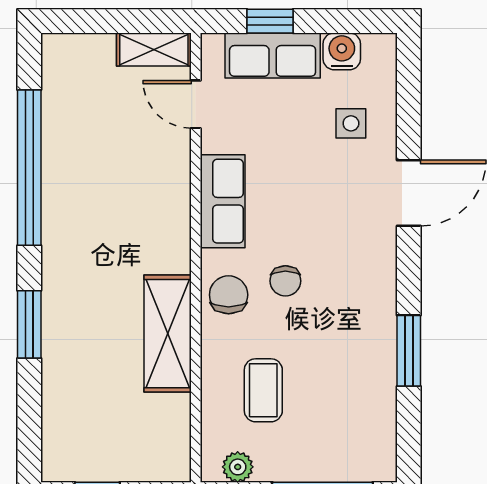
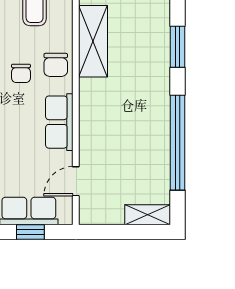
shelving: (154, 49) -> (148, 215), moved
door: (196, 104) -> (76, 181), swing flipped
chair: (285, 281) -> (21, 73), turned 180

